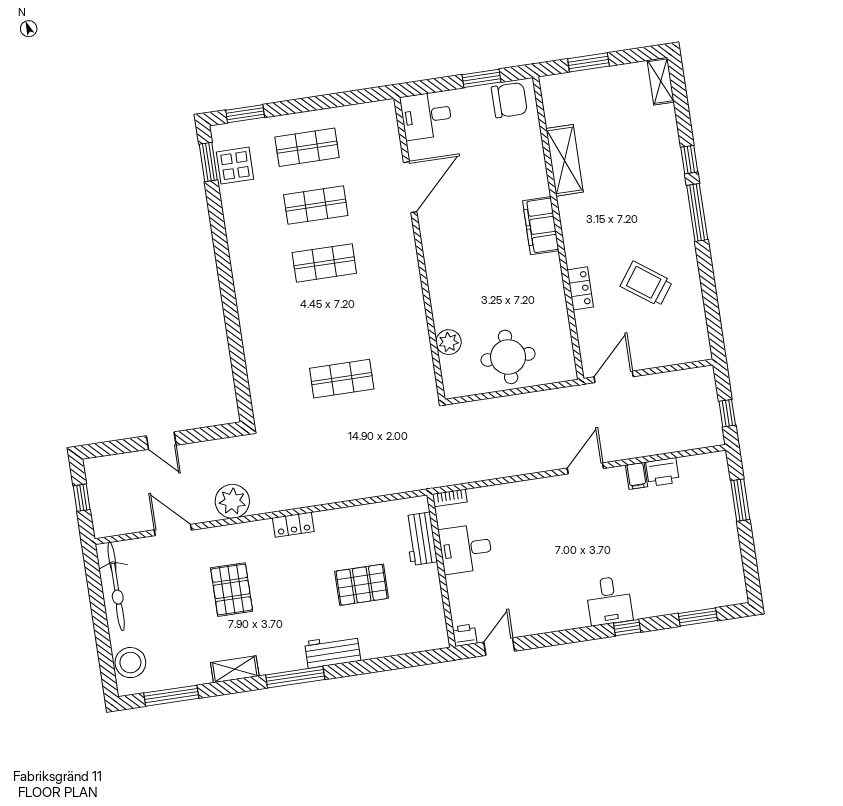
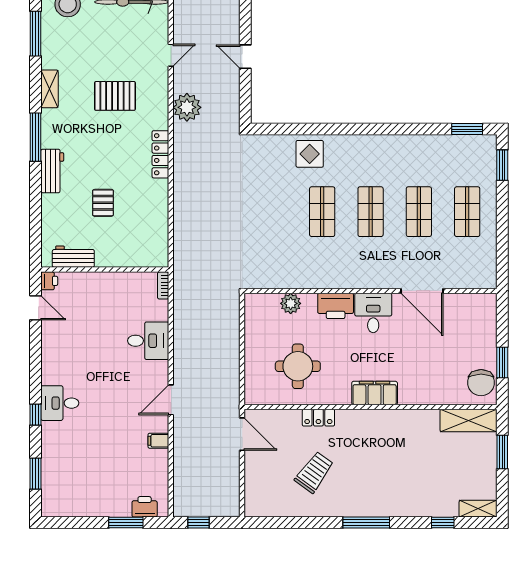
desk: (426, 116) -> (373, 313), moved
shelving: (565, 160) -> (468, 420), moved
window: (689, 160) -> (443, 523), moved
display table: (235, 166) -> (310, 154), moved
printer: (443, 288) -> (336, 306), added
round table: (508, 357) -> (298, 366), moved
shop shelf: (342, 379) -> (322, 212), moved
door: (161, 441) -> (245, 57), hinge flipped
door: (585, 468) -> (171, 400), swing flipped
printer: (662, 472) -> (145, 507), moved, turned 90
locker: (293, 525) -> (160, 154), width x1.53
door: (173, 530) -> (171, 55), width x0.73
workbench: (421, 539) -> (73, 257), moved
desk: (466, 549) -> (148, 341), moved, turned 90
pallet: (362, 585) -> (103, 203), width x0.67, depth x0.71

